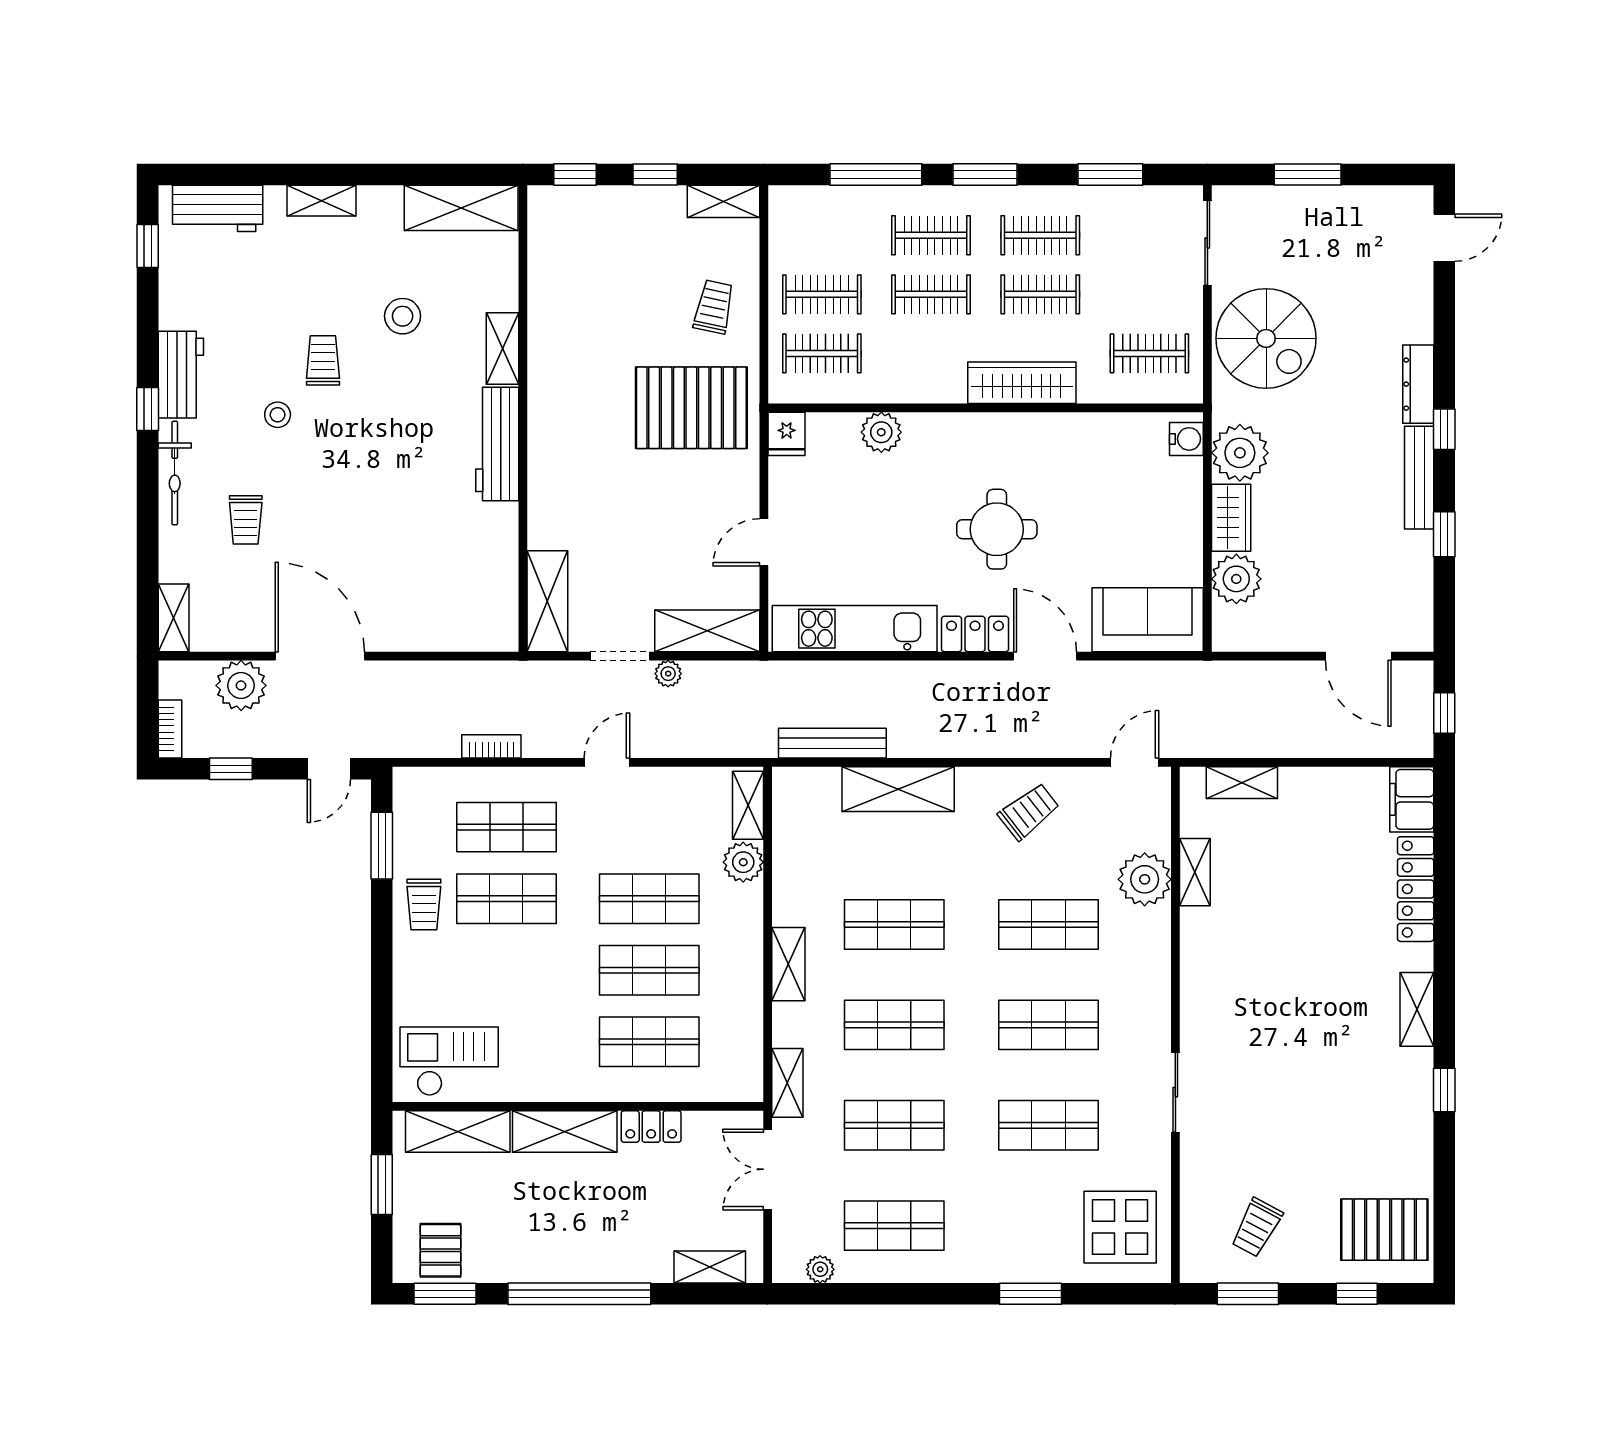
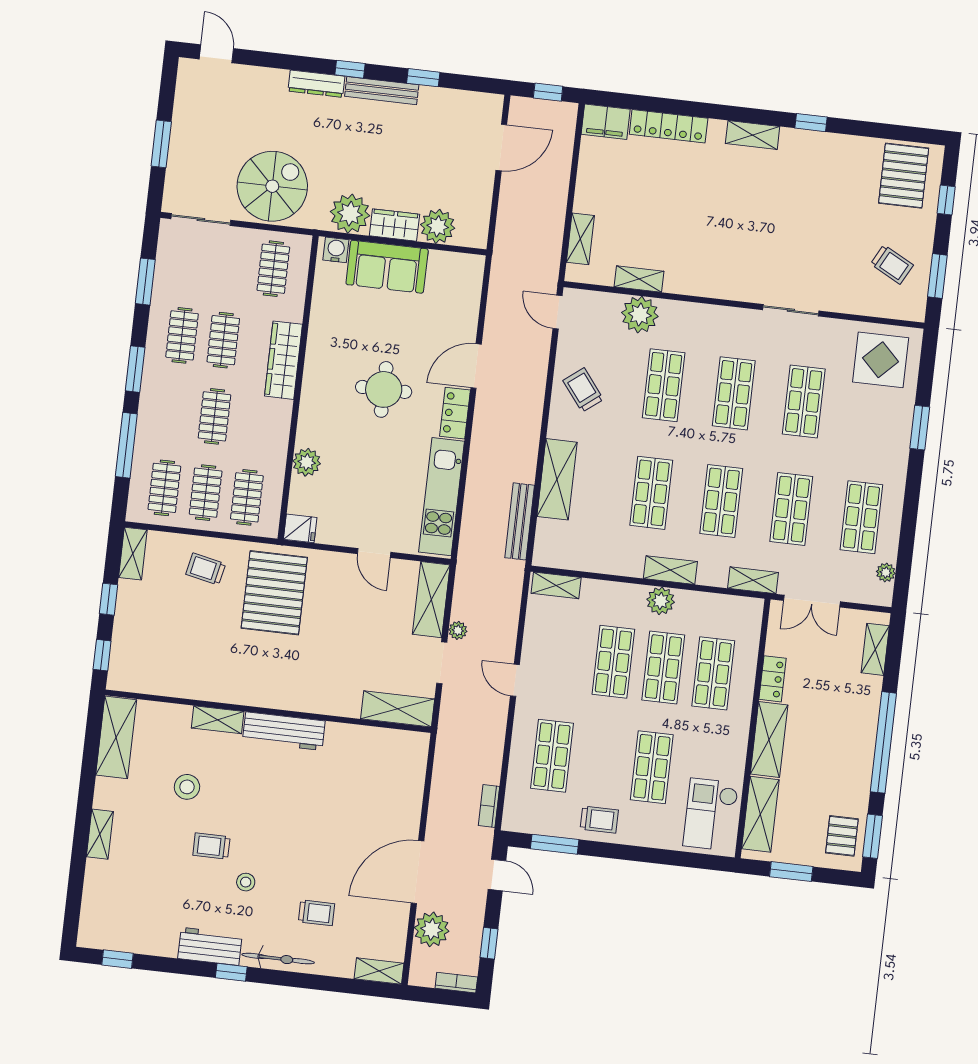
workbench: (218, 208) -> (97, 907), removed
clothes rail: (931, 235) -> (164, 488), moved
sofa: (1148, 620) -> (387, 267), moved, turned -90
bookcase: (491, 746) -> (489, 806), moved
plant: (743, 862) -> (661, 601), moved
shop shelf: (506, 899) -> (652, 767), moved
pallet: (440, 1250) -> (842, 836), turned 90

